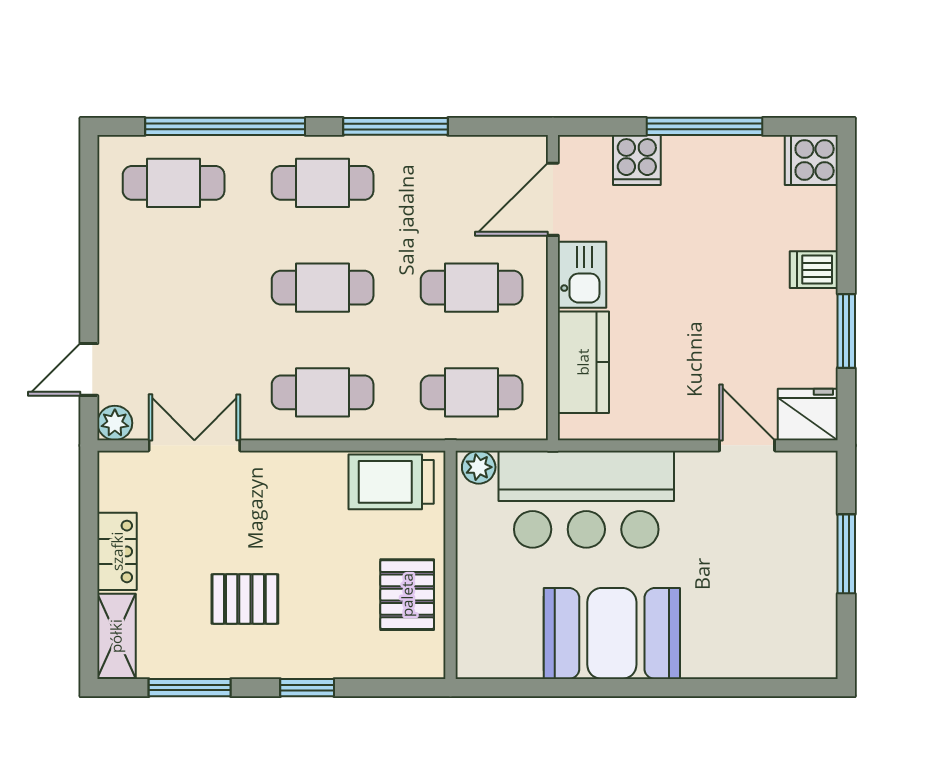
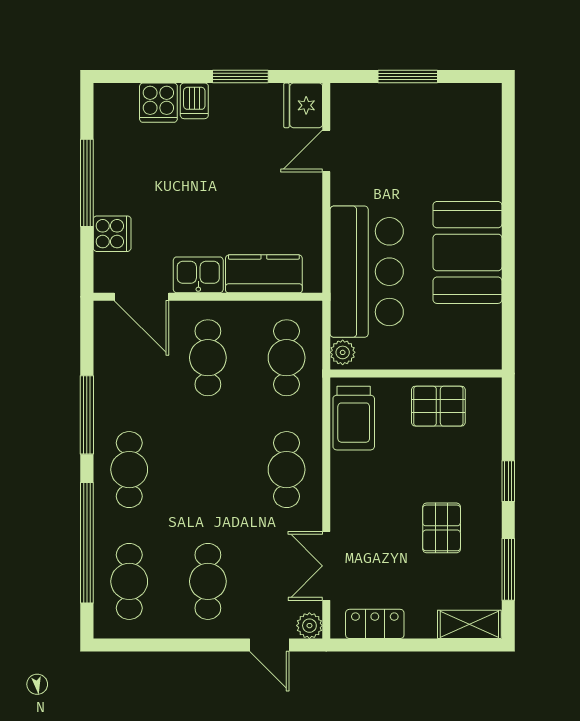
cooker: (811, 160) -> (158, 103), moved
cafe table: (323, 288) -> (208, 581), moved
locker: (117, 551) -> (375, 624), moved

